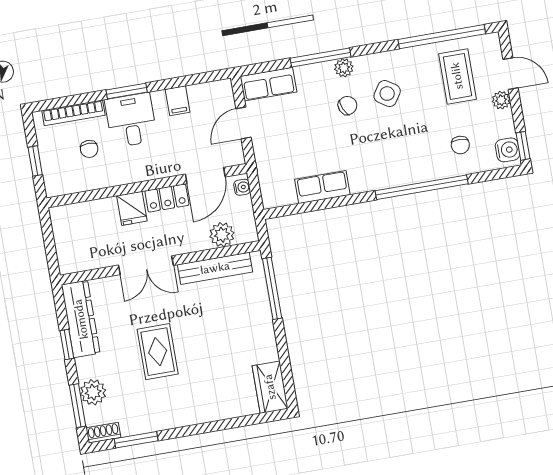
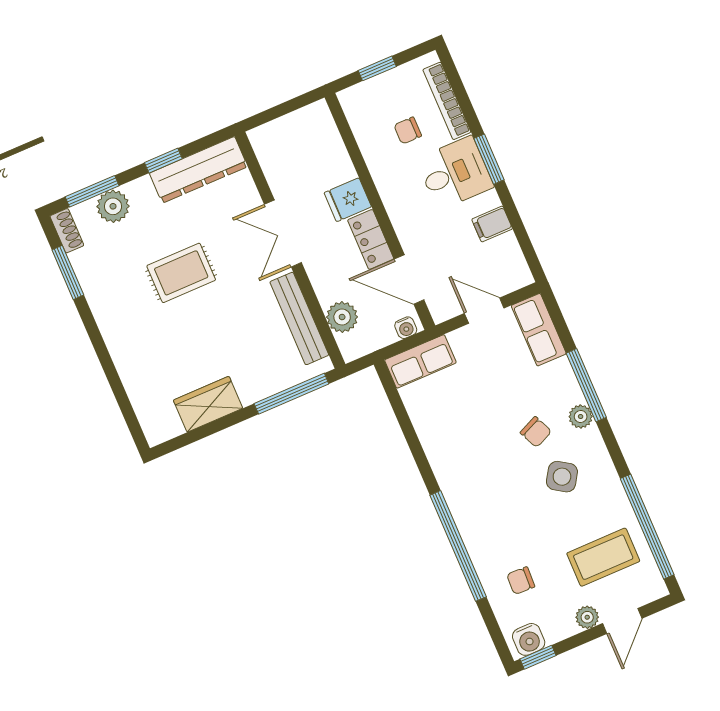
row of seats: (322, 187) -> (420, 361), moved, turned 90
wardrobe: (270, 387) -> (208, 404), moved

